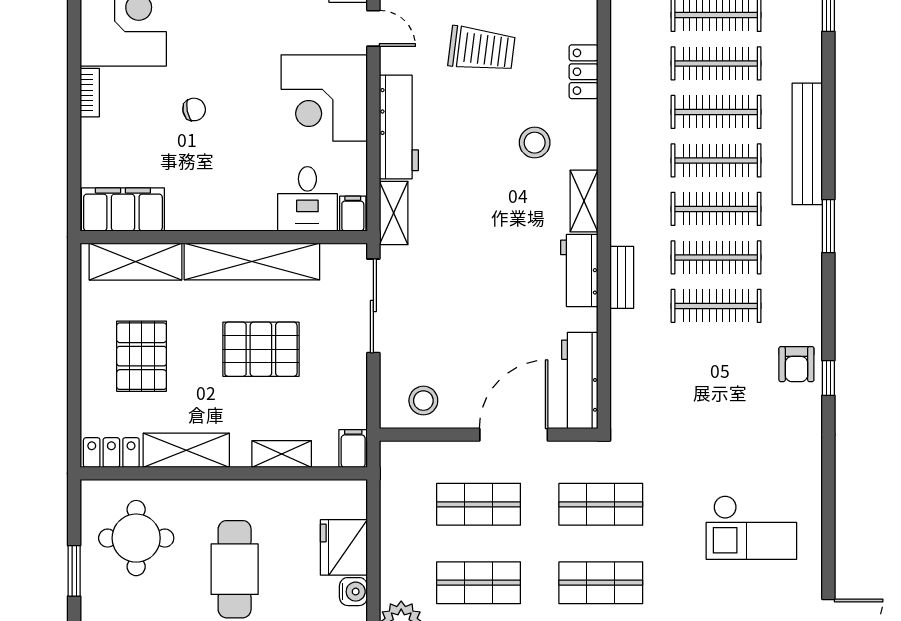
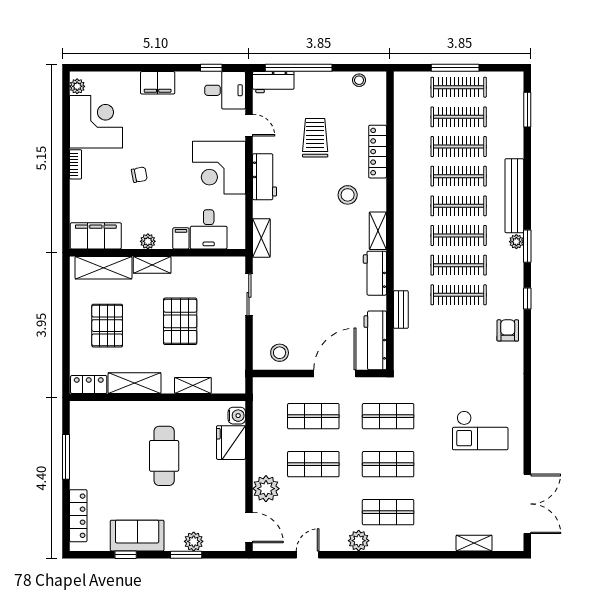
trolley: (482, 49) -> (315, 138), turned -97
locker: (584, 72) -> (378, 152), width x1.53
workbench: (399, 127) -> (265, 177), width x0.73
filing cabinet: (353, 214) -> (181, 238), moved
plant: (208, 219) -> (148, 241), added
plant: (810, 219) -> (516, 242), added
shelving: (252, 262) -> (152, 265), width x0.45, depth x0.75
bench: (622, 277) -> (401, 310), moved
sliding door: (373, 306) -> (249, 295), width x0.73
pallet: (261, 349) -> (180, 321), turned 90
armchair: (796, 364) -> (508, 330), turned 180
window: (828, 378) -> (527, 298), moved
filing cabinet: (353, 449) -> (237, 382), removed
round table: (136, 538) -> (104, 437), removed
window: (74, 571) -> (66, 457), width x1.44
water cooler: (353, 592) -> (237, 416), moved

